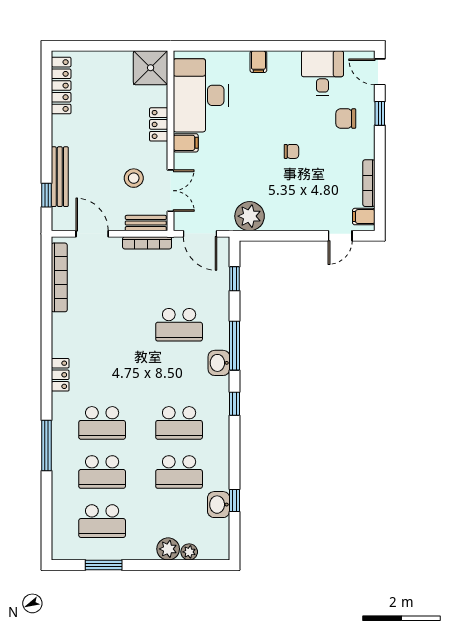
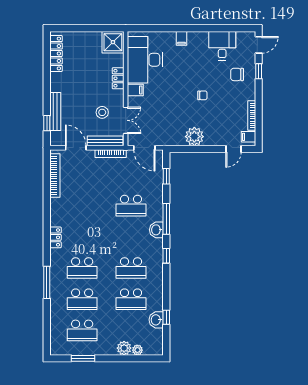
door: (380, 72) -> (259, 45), swing flipped
plant: (250, 216) -> (194, 137), moved
bench: (146, 223) -> (105, 141), width x1.36

